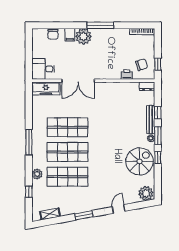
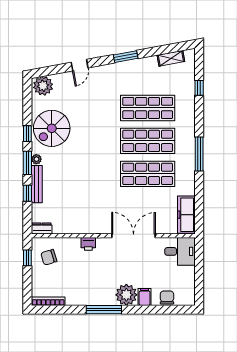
printer: (127, 75) -> (88, 244), moved
freezer: (46, 88) -> (186, 215), moved, turned -90
plant: (37, 174) -> (188, 111), removed

